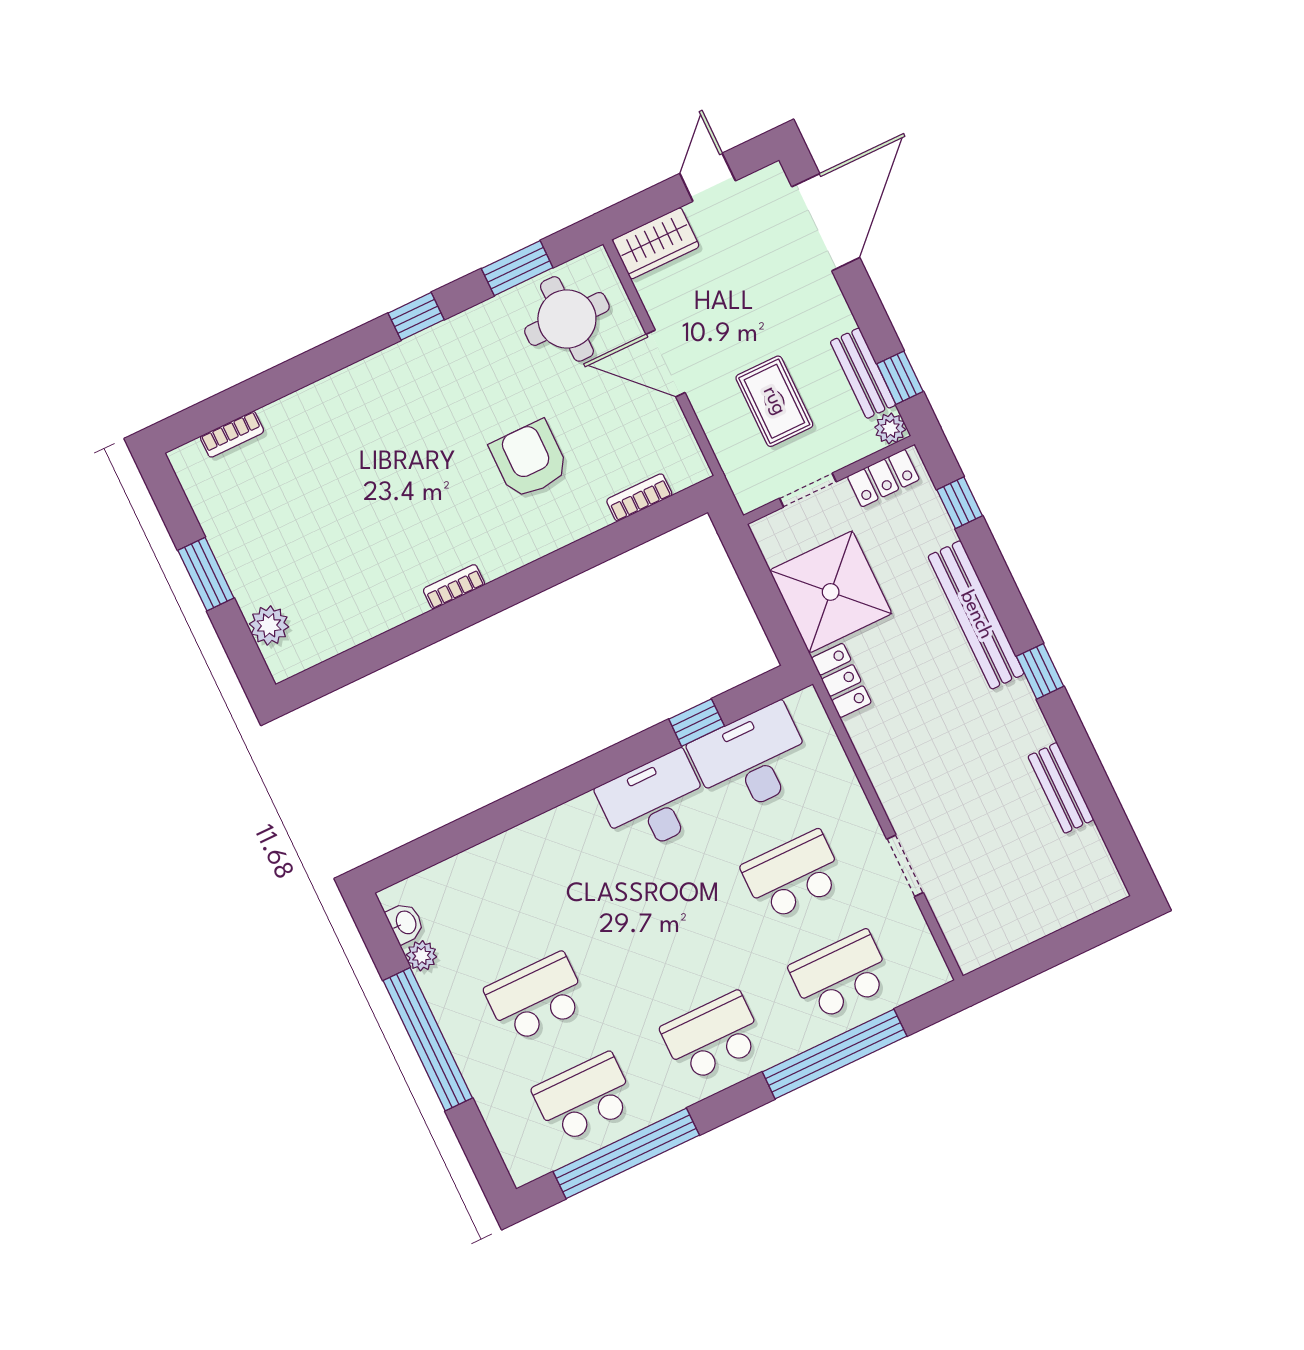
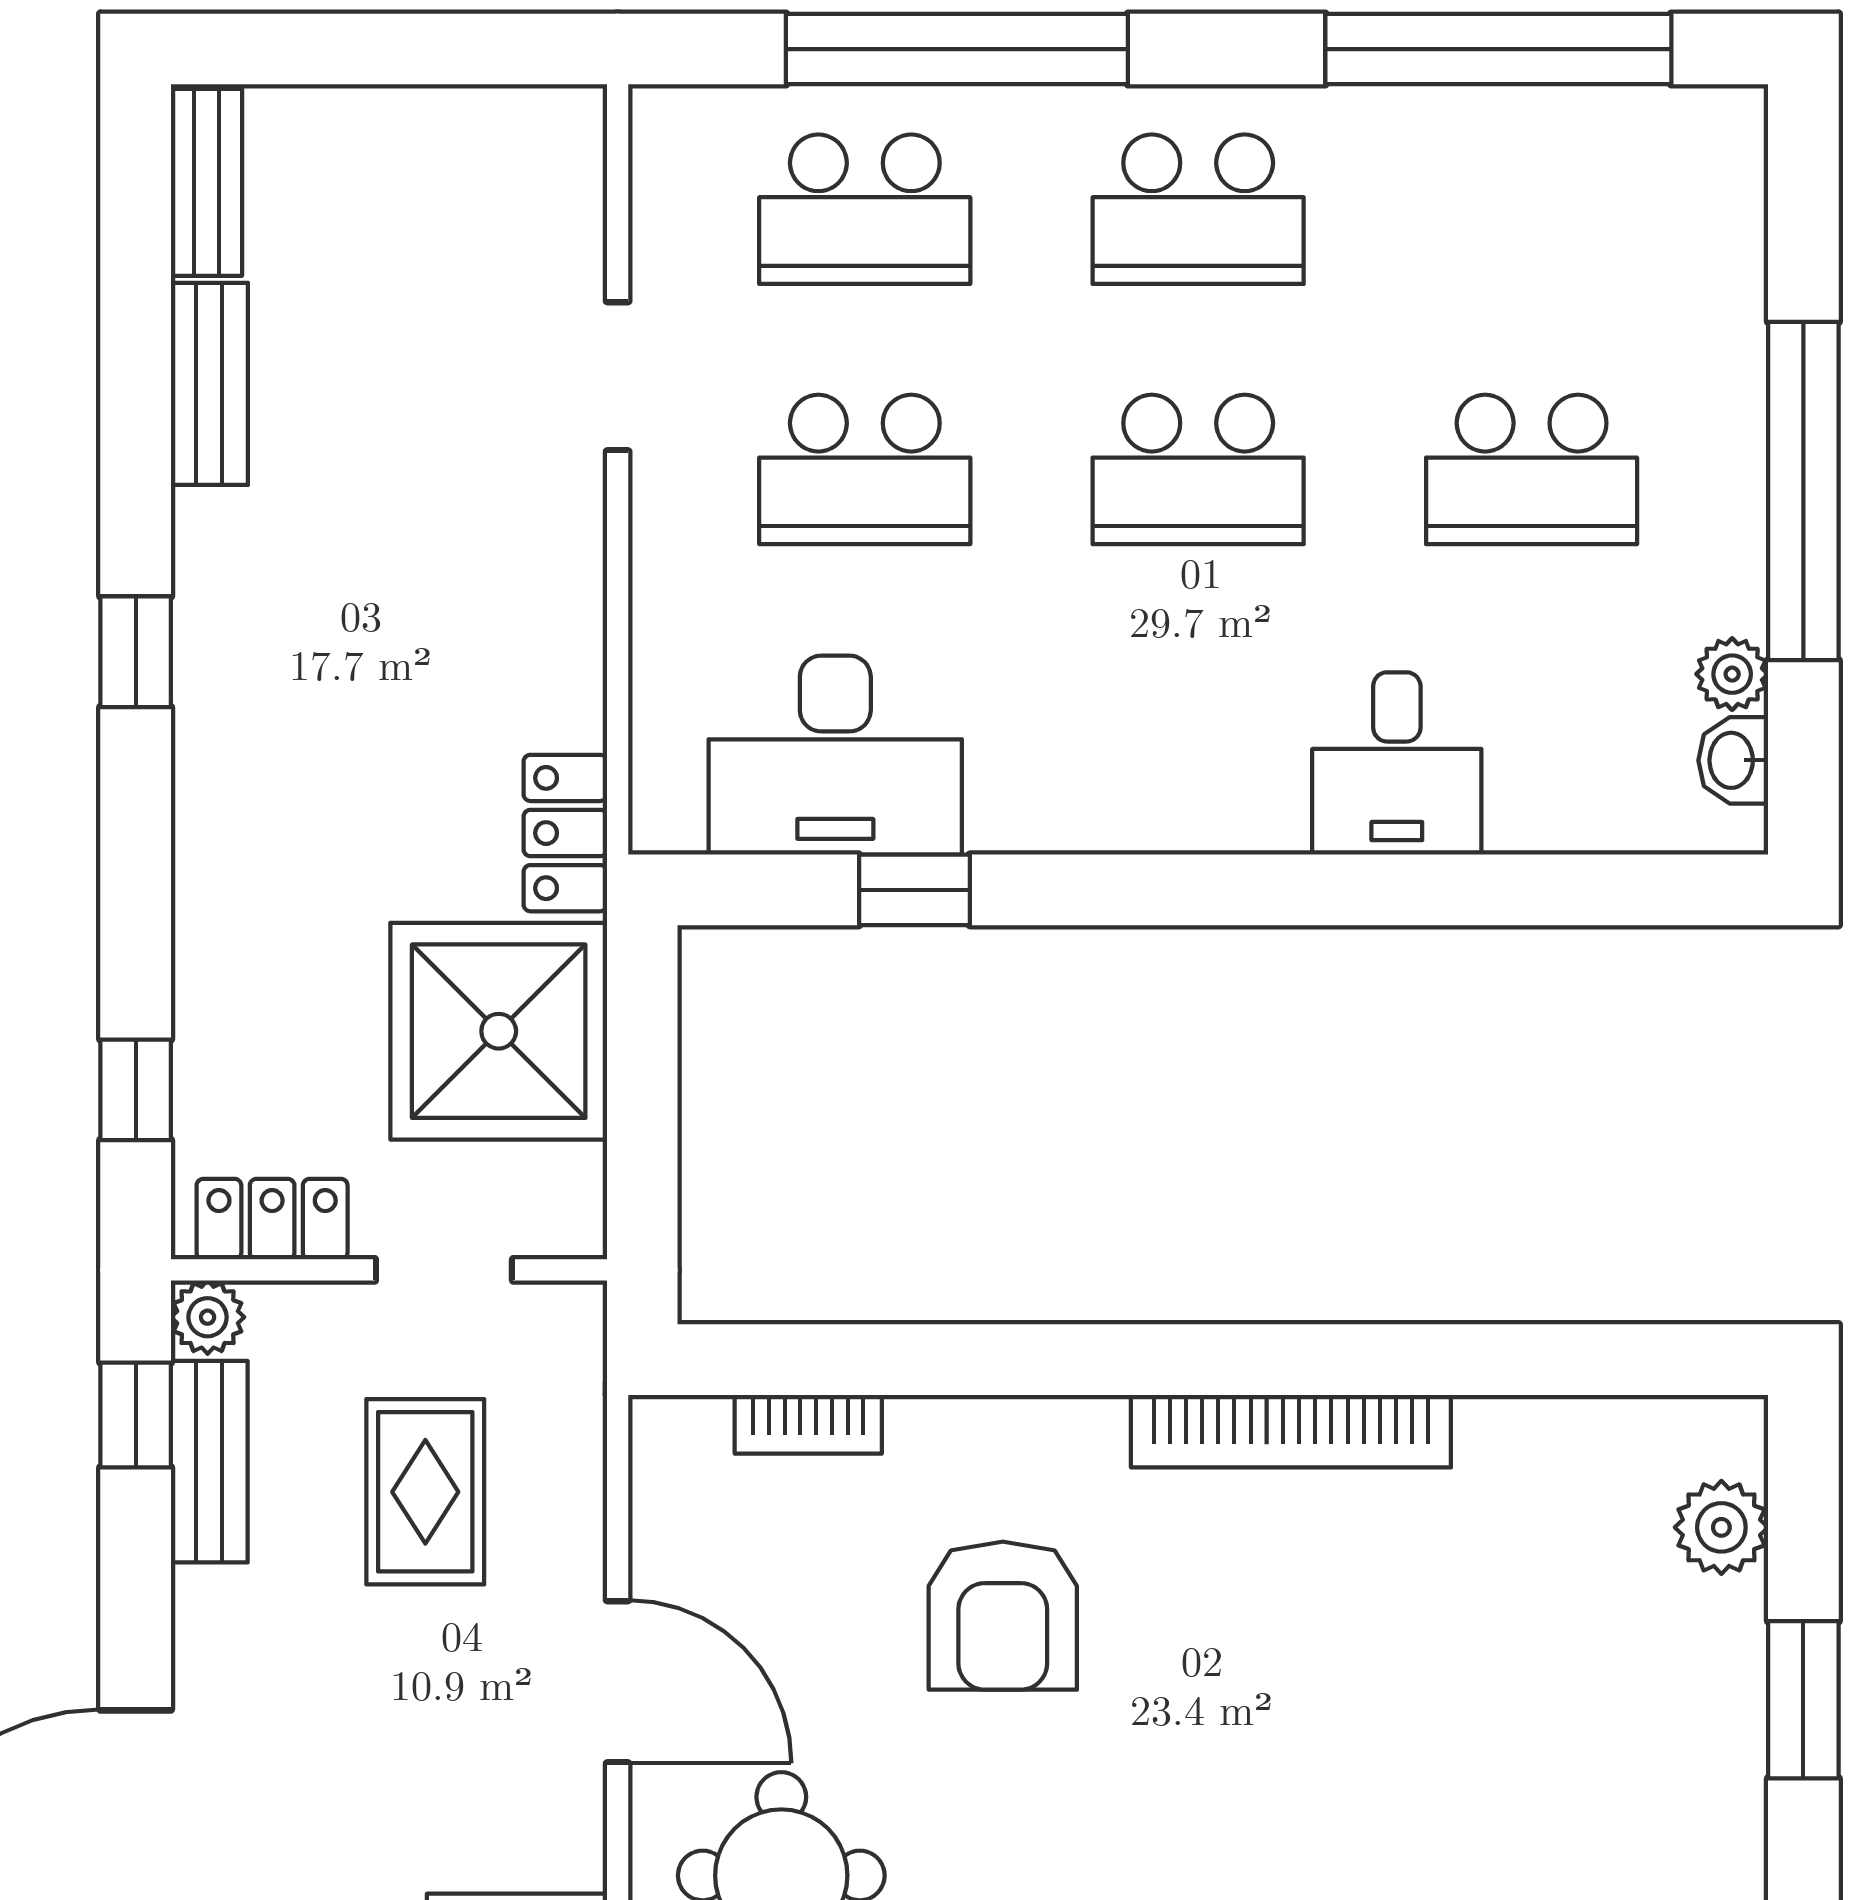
bookcase: (454, 587) -> (1291, 1431), width x2.31, depth x1.31
bench: (976, 615) -> (206, 182), moved, width x0.54, depth x0.82
desk: (654, 803) -> (1397, 763), moved, width x0.73
school desk: (584, 1098) -> (1198, 469), moved

